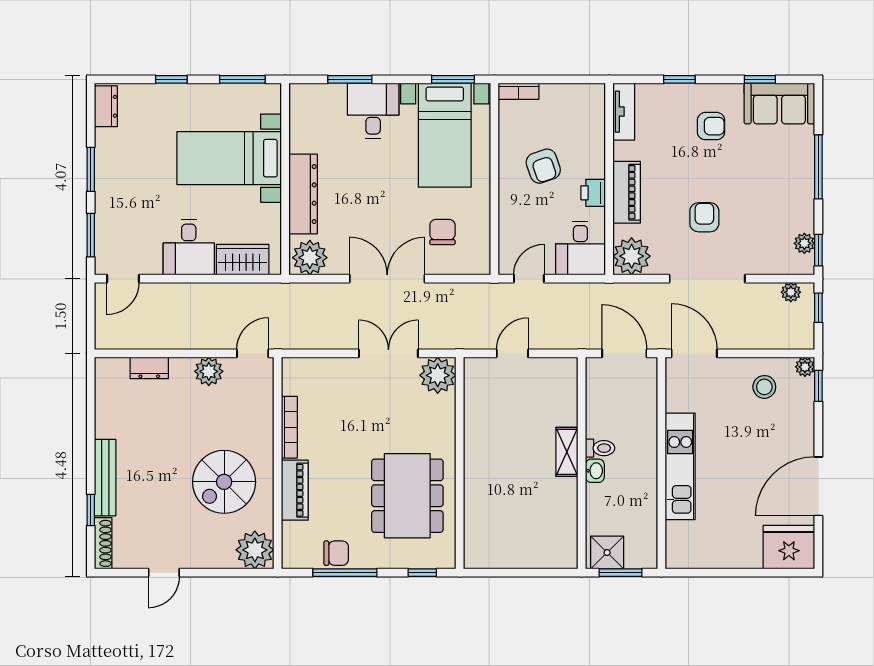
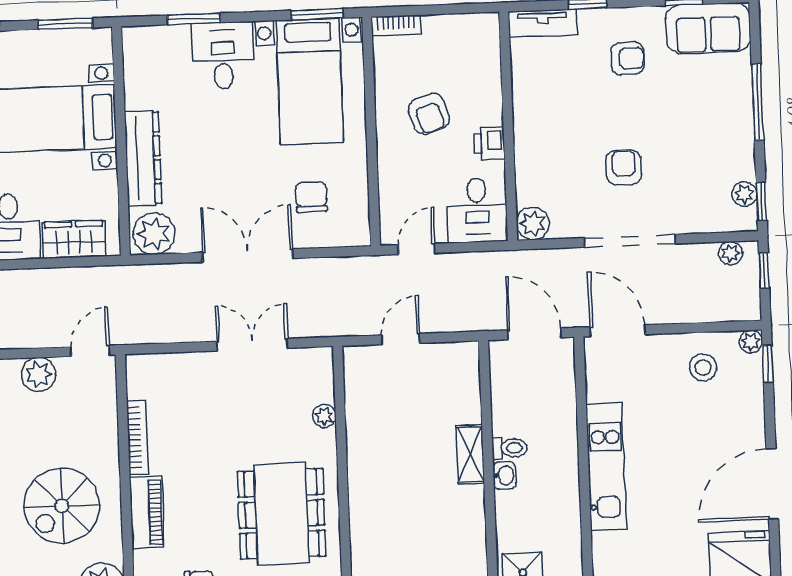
tv unit: (624, 112) -> (543, 23), moved, turned 90
piano: (627, 192) -> (530, 141), removed
plant: (632, 256) -> (533, 224), width x0.73, depth x0.73
plant: (438, 375) -> (324, 416), moved, width x0.53, depth x0.53

